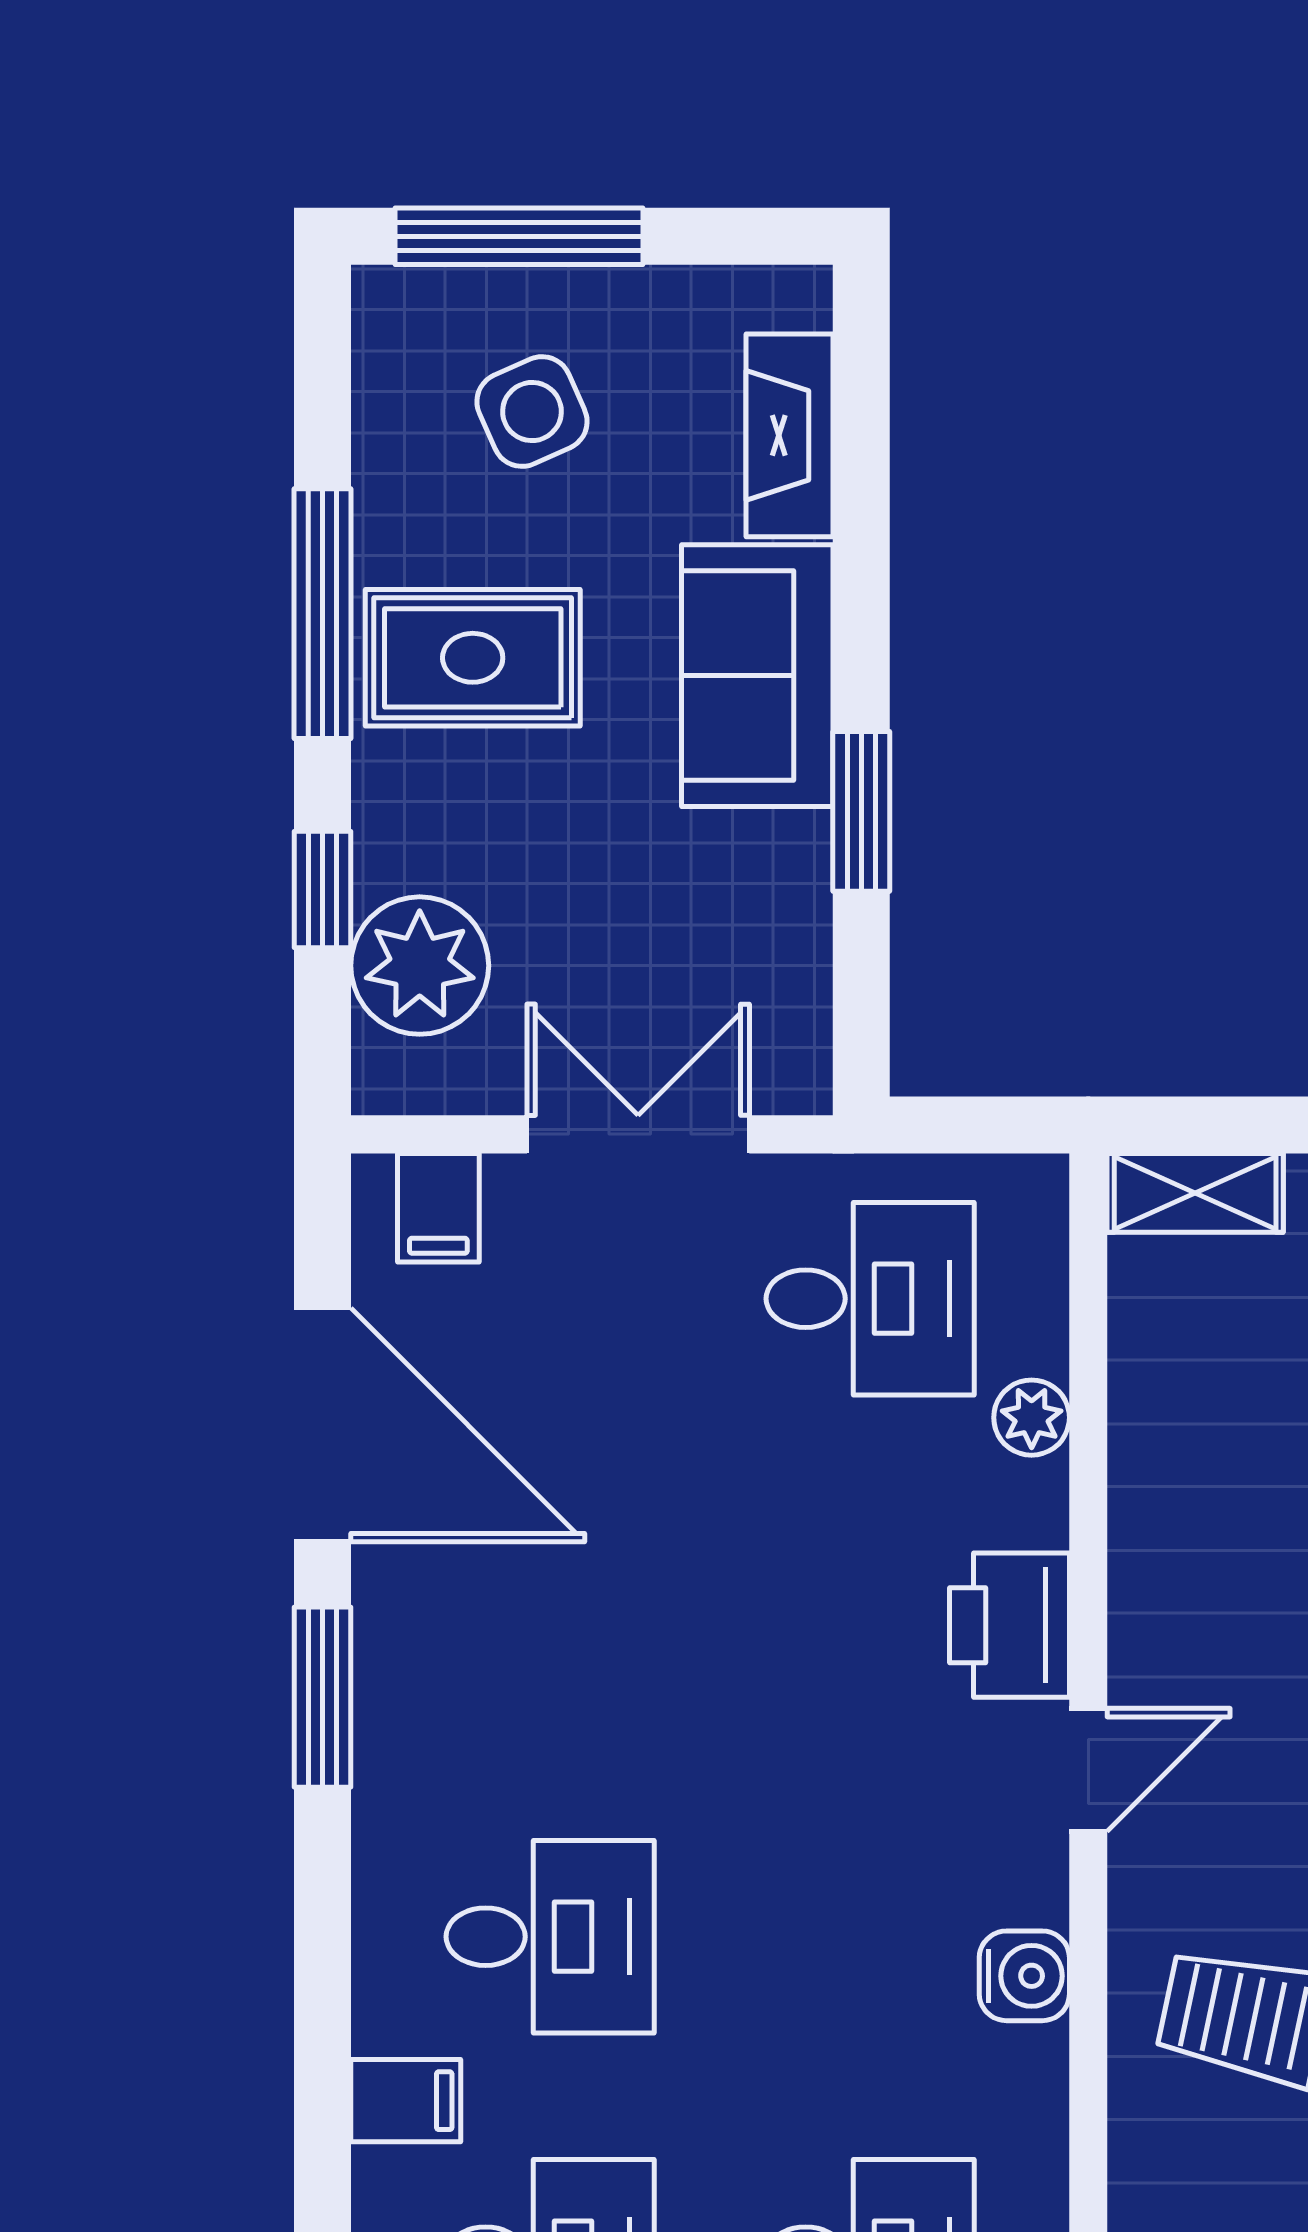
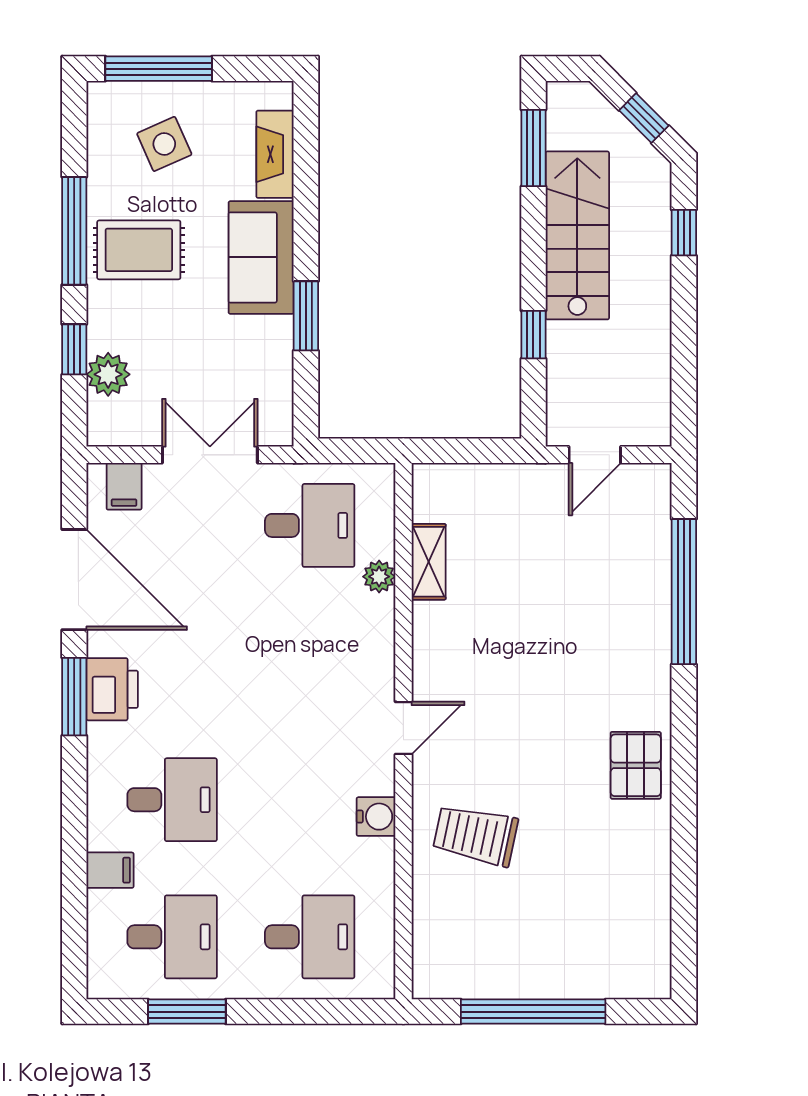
plant: (420, 966) -> (108, 374), width x0.73, depth x0.73
shelving: (1195, 1193) -> (429, 562), moved, turned 90
printer: (1010, 1625) -> (112, 689), moved, turned 180

